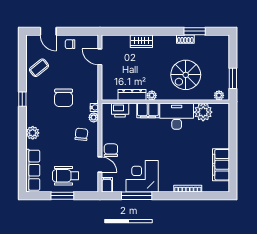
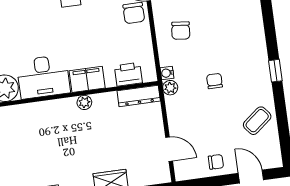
spiral stairs: (186, 75) -> (38, 140), removed
dresser: (132, 95) -> (139, 96), moved
chair: (64, 98) -> (215, 81), width x0.54, depth x0.54
plant: (94, 117) -> (170, 88), moved
plant: (33, 133) -> (253, 23), removed

